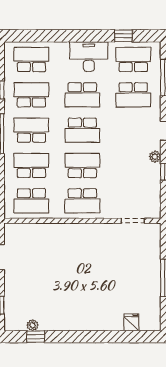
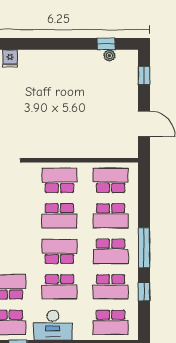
school desk: (82, 95) -> (59, 287), turned 180

